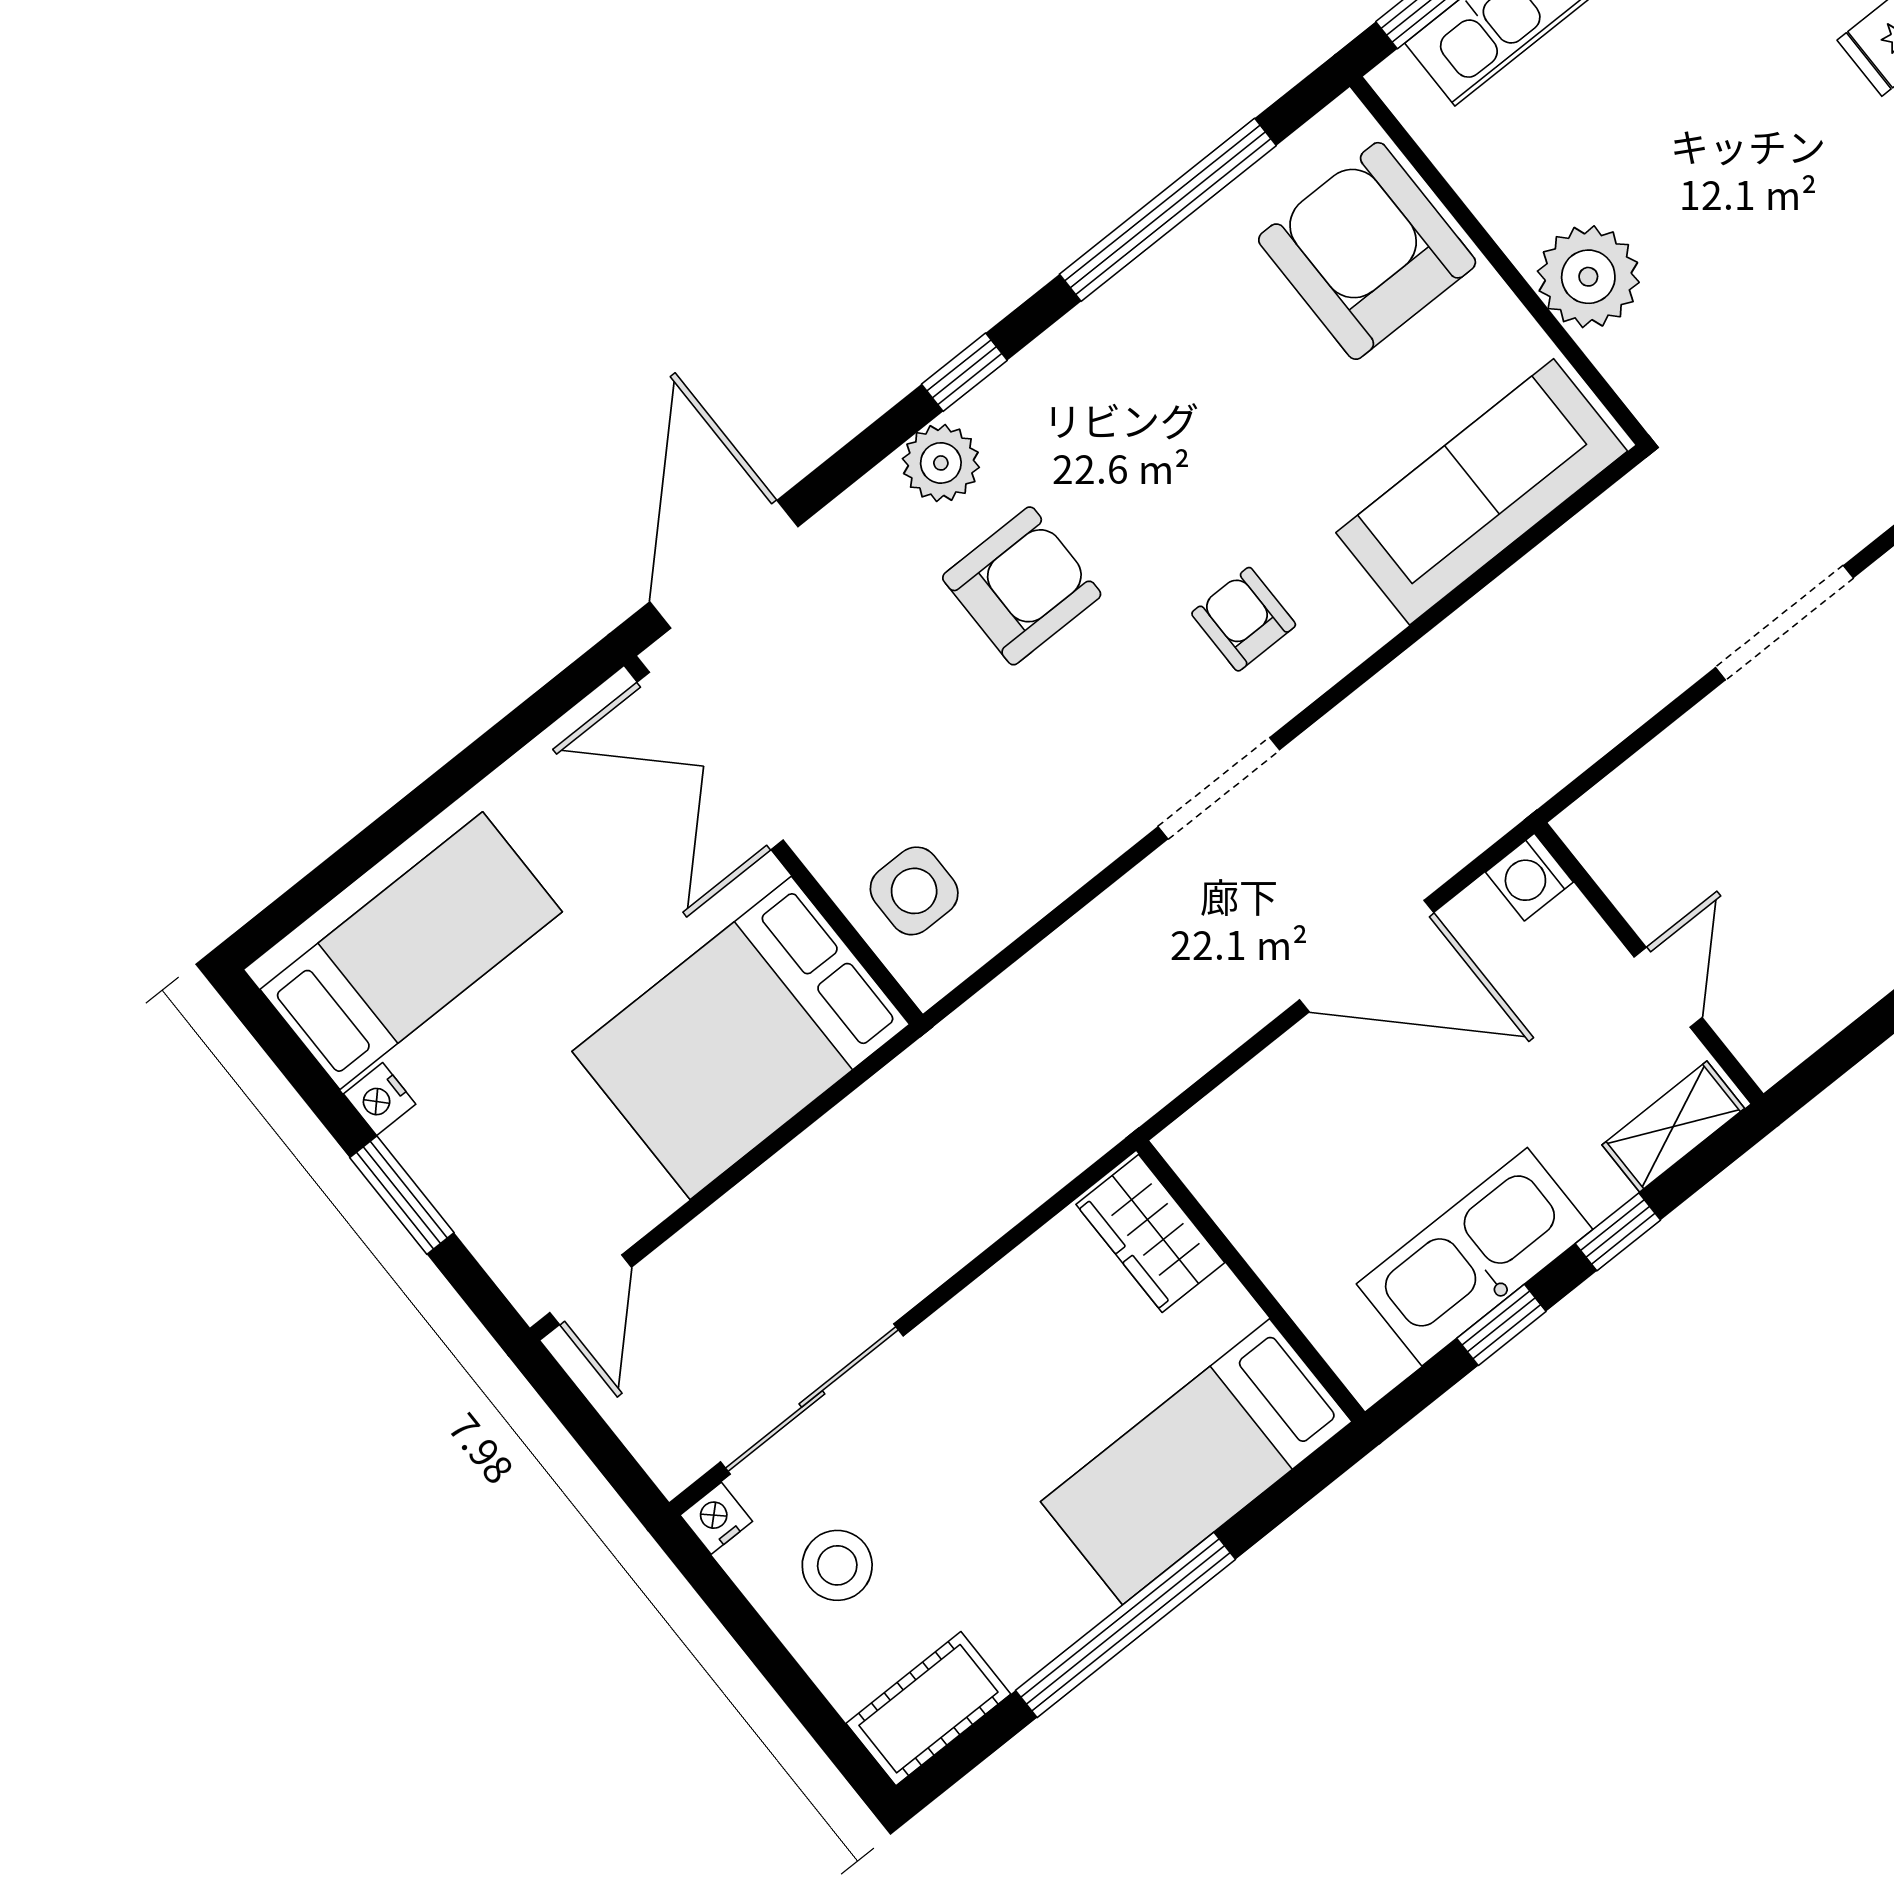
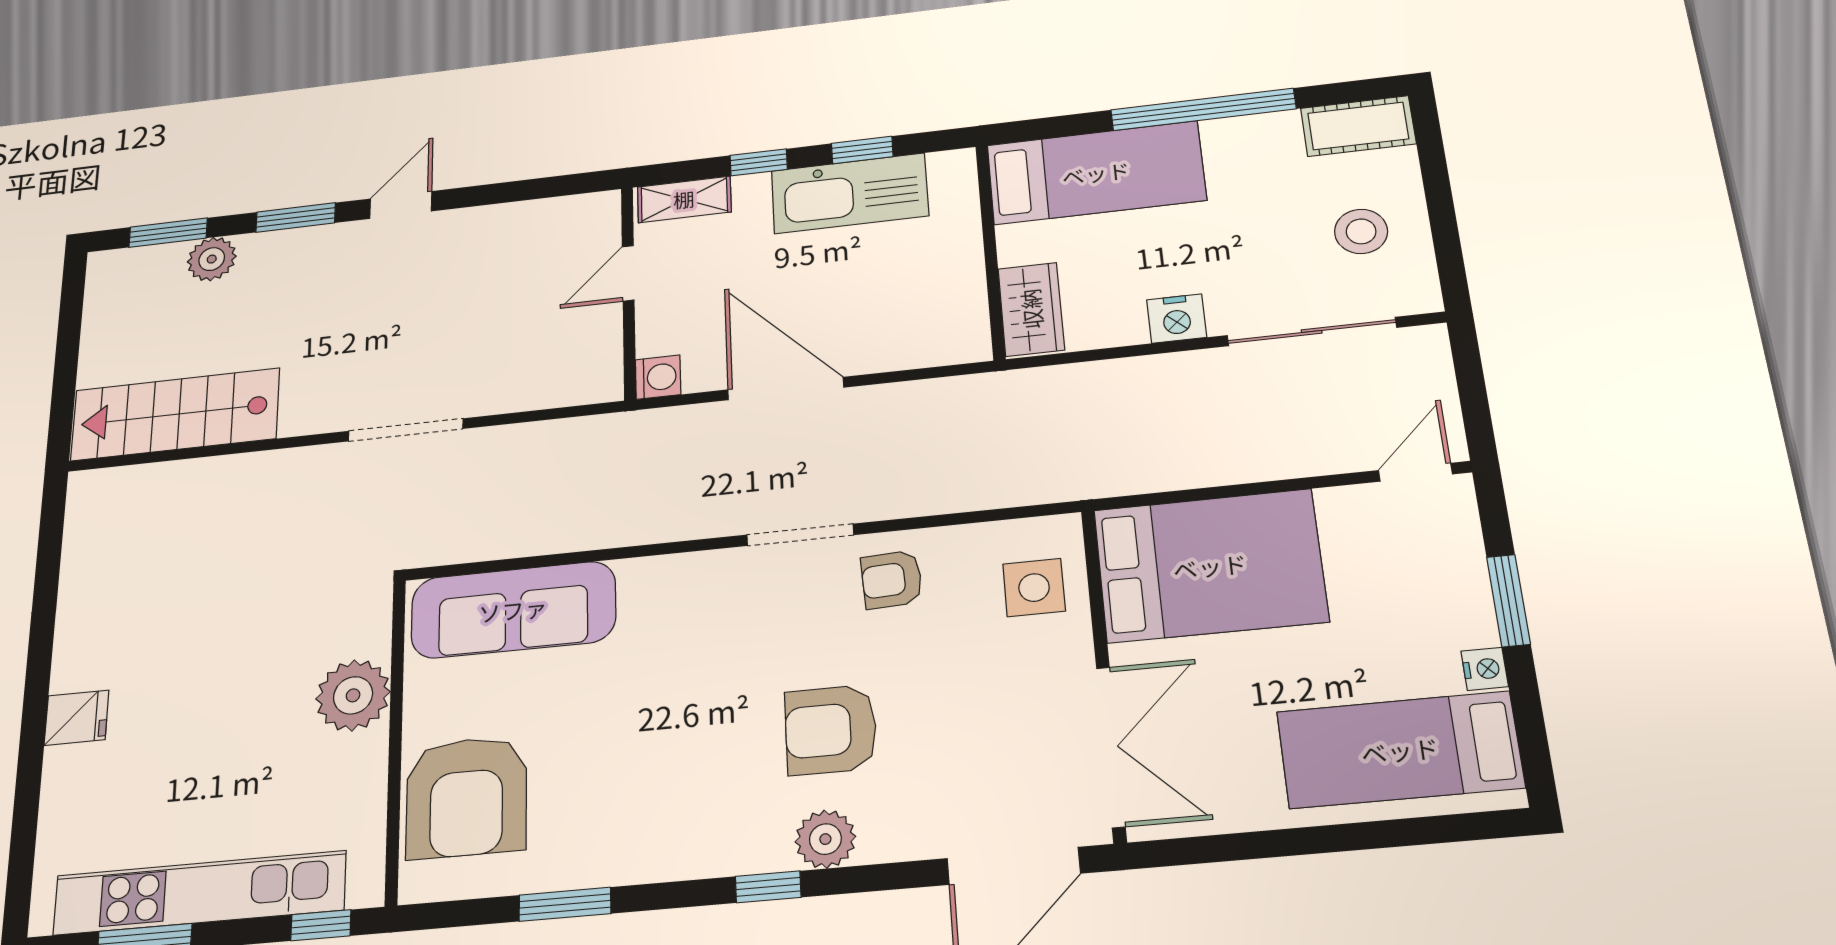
window: (1168, 210) -> (565, 904), width x0.47
armchair: (1244, 619) -> (892, 580), moved, turned 87
nightstand: (716, 1518) -> (1177, 319), moved, width x1.39, depth x1.35

